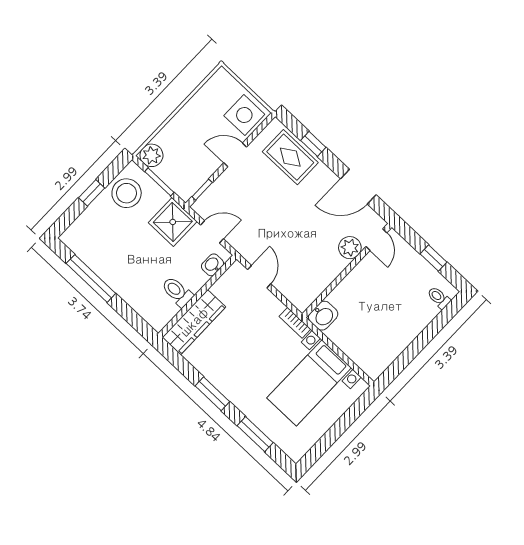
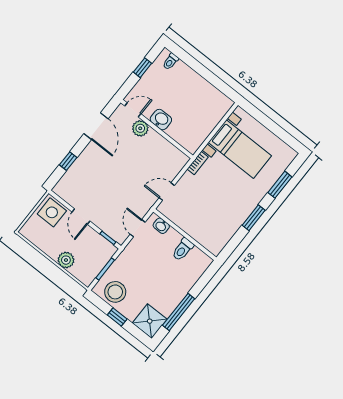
plant: (151, 155) -> (66, 260), moved
rug: (290, 157) -> (79, 177), removed
shower: (173, 222) -> (150, 321), moved
washbasin: (323, 316) -> (161, 120), moved
wardrobe: (194, 322) -> (203, 235), removed

